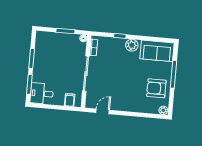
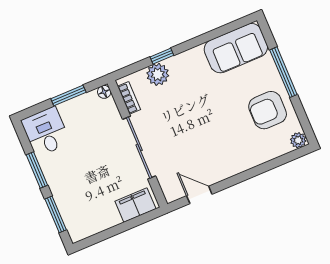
plant: (132, 45) -> (158, 74), moved
desk: (42, 93) -> (46, 132), moved, turned 90
filing cabinet: (70, 100) -> (135, 205), width x2.00
door: (103, 111) -> (199, 195), hinge flipped

